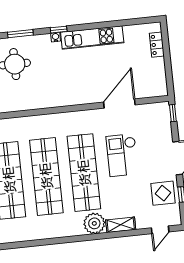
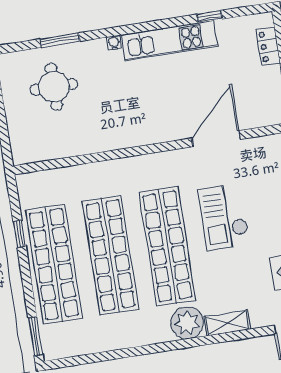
window: (59, 30) -> (209, 17), moved

